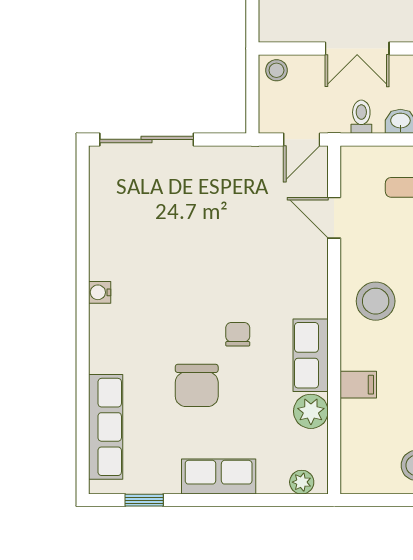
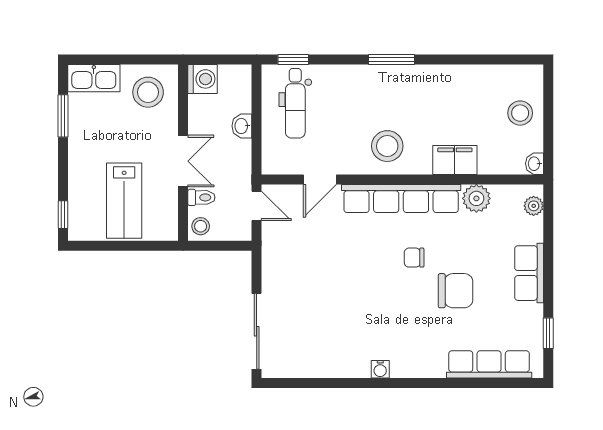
toilet: (361, 117) -> (201, 197), moved, turned 180
row of seats: (311, 355) -> (401, 199), width x2.02
filing cabinet: (358, 385) -> (455, 160), width x2.00
washbasin: (354, 483) -> (535, 164), added

